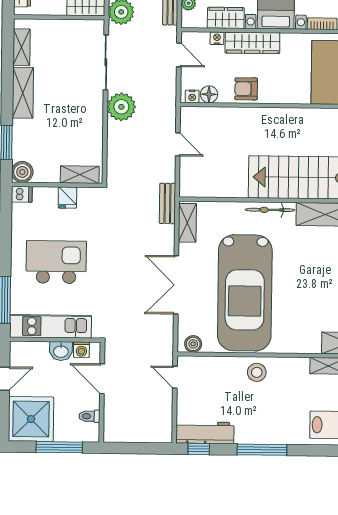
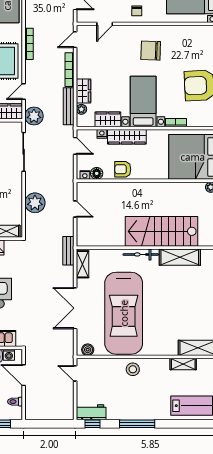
plant: (121, 107) -> (35, 203), moved
workbench: (205, 433) -> (91, 412), width x0.73

